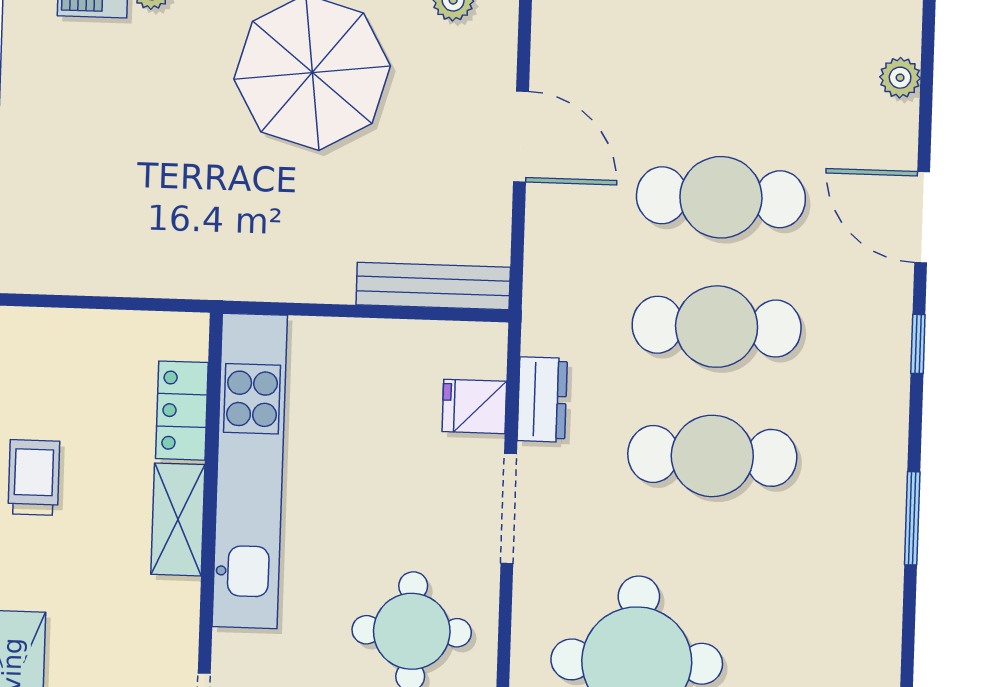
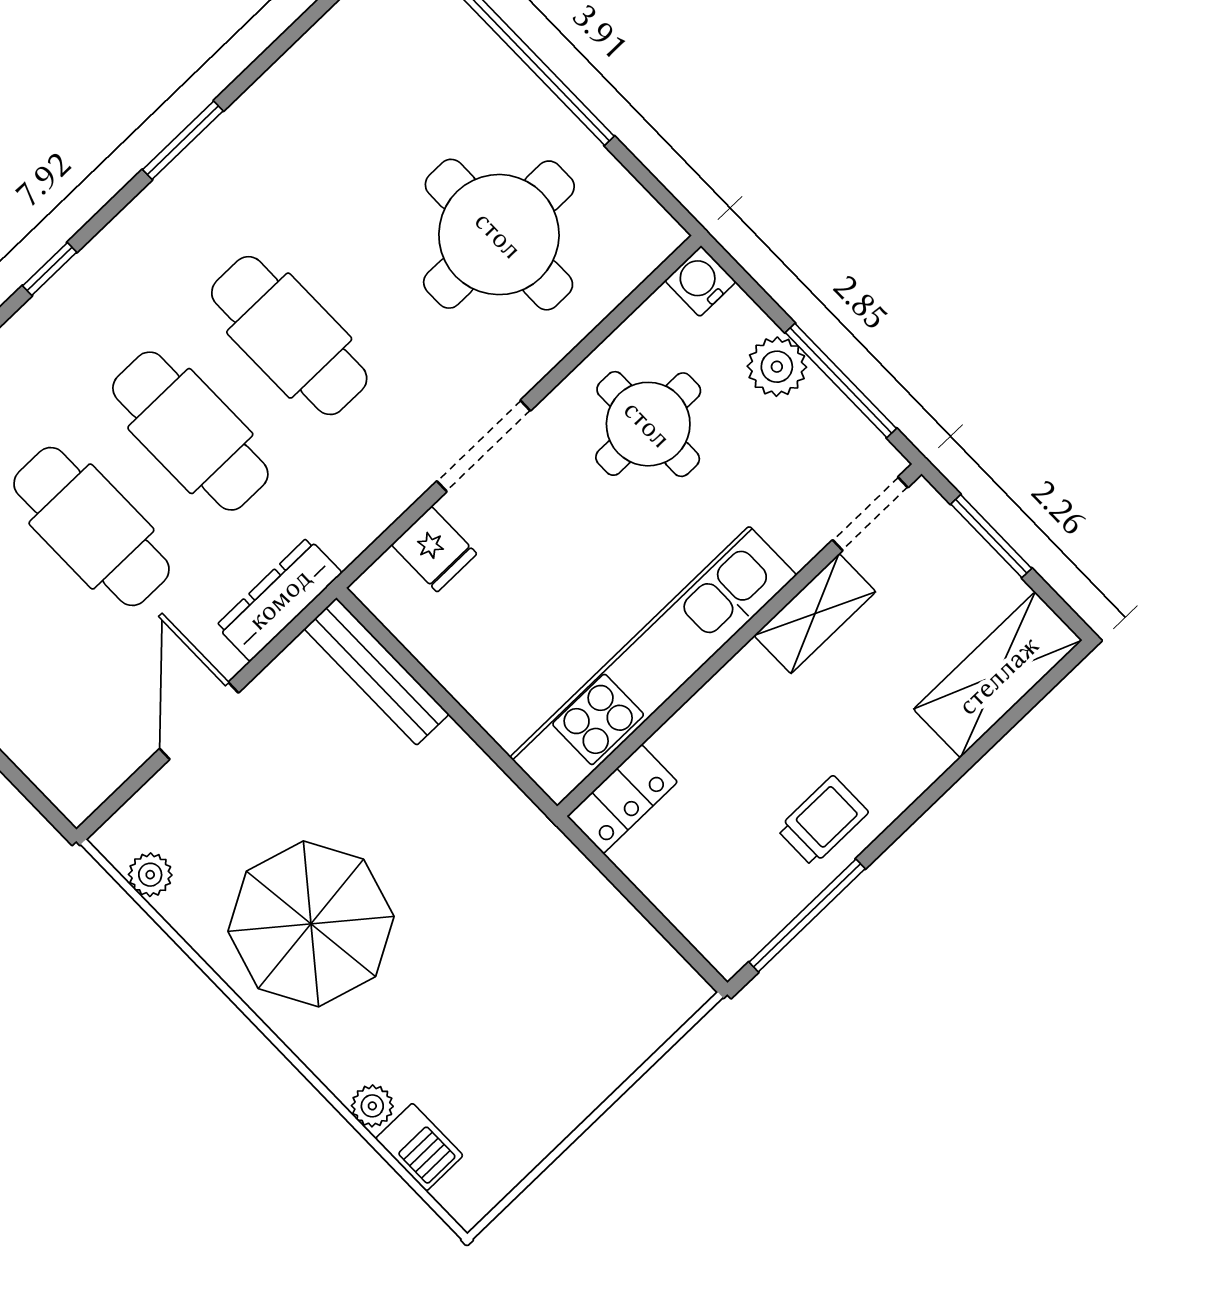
dresser: (542, 399) -> (279, 599), moved, width x1.44
locker: (182, 411) -> (622, 799), moved
trolley: (34, 477) -> (823, 821), turned 180
shelving: (178, 519) -> (815, 614), moved

